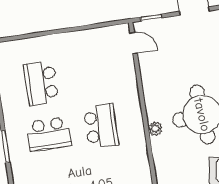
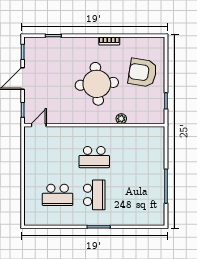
school desk: (101, 126) -> (94, 157), turned 180
plant: (155, 129) -> (121, 119), moved

